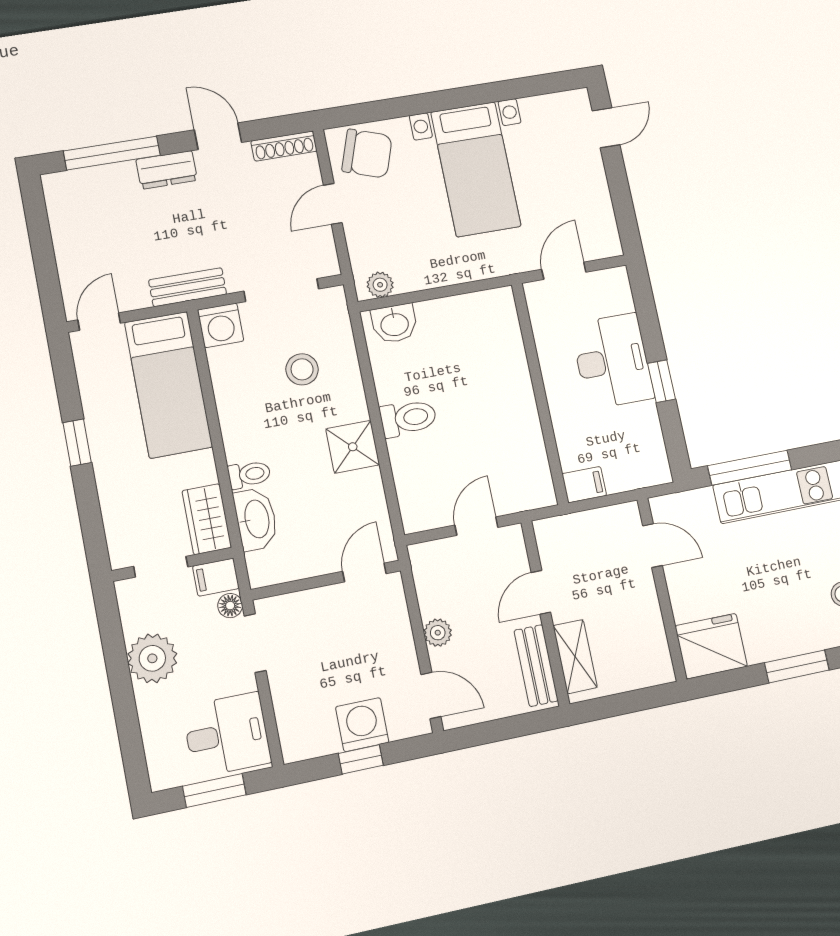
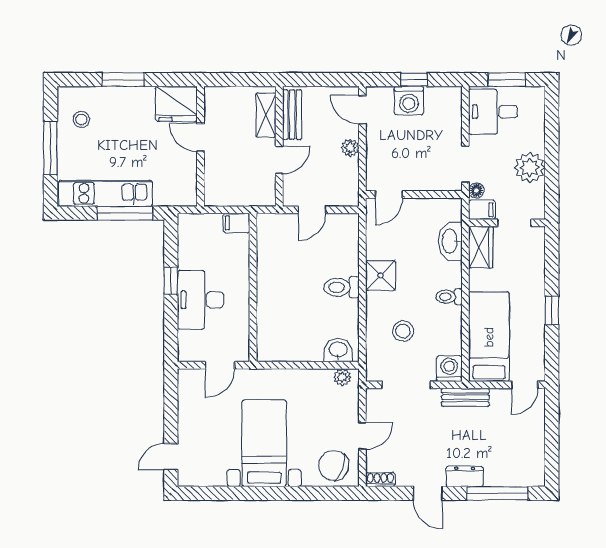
shoe rack: (284, 146) -> (380, 480), width x0.70
toilet: (249, 474) -> (449, 297), moved
door: (653, 546) -> (200, 137), moved

